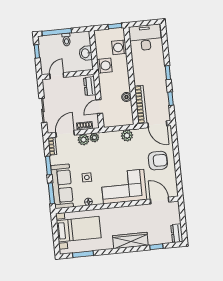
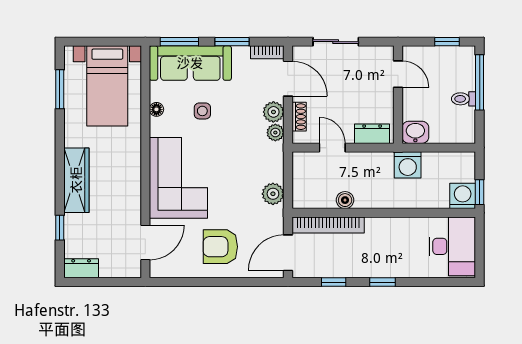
washing machine: (119, 47) -> (463, 196), moved
washbasin: (86, 53) -> (415, 132), moved
armchair: (158, 161) -> (220, 247), turned 90

